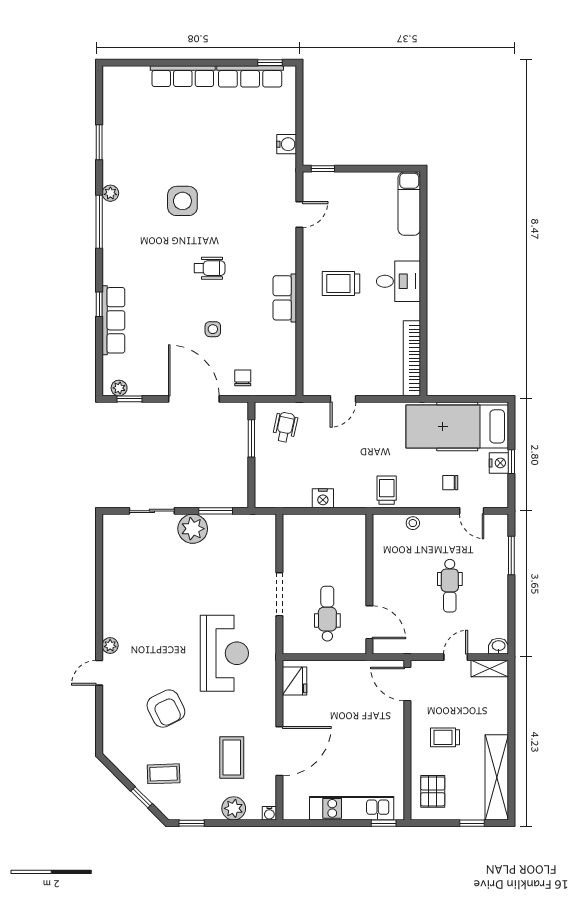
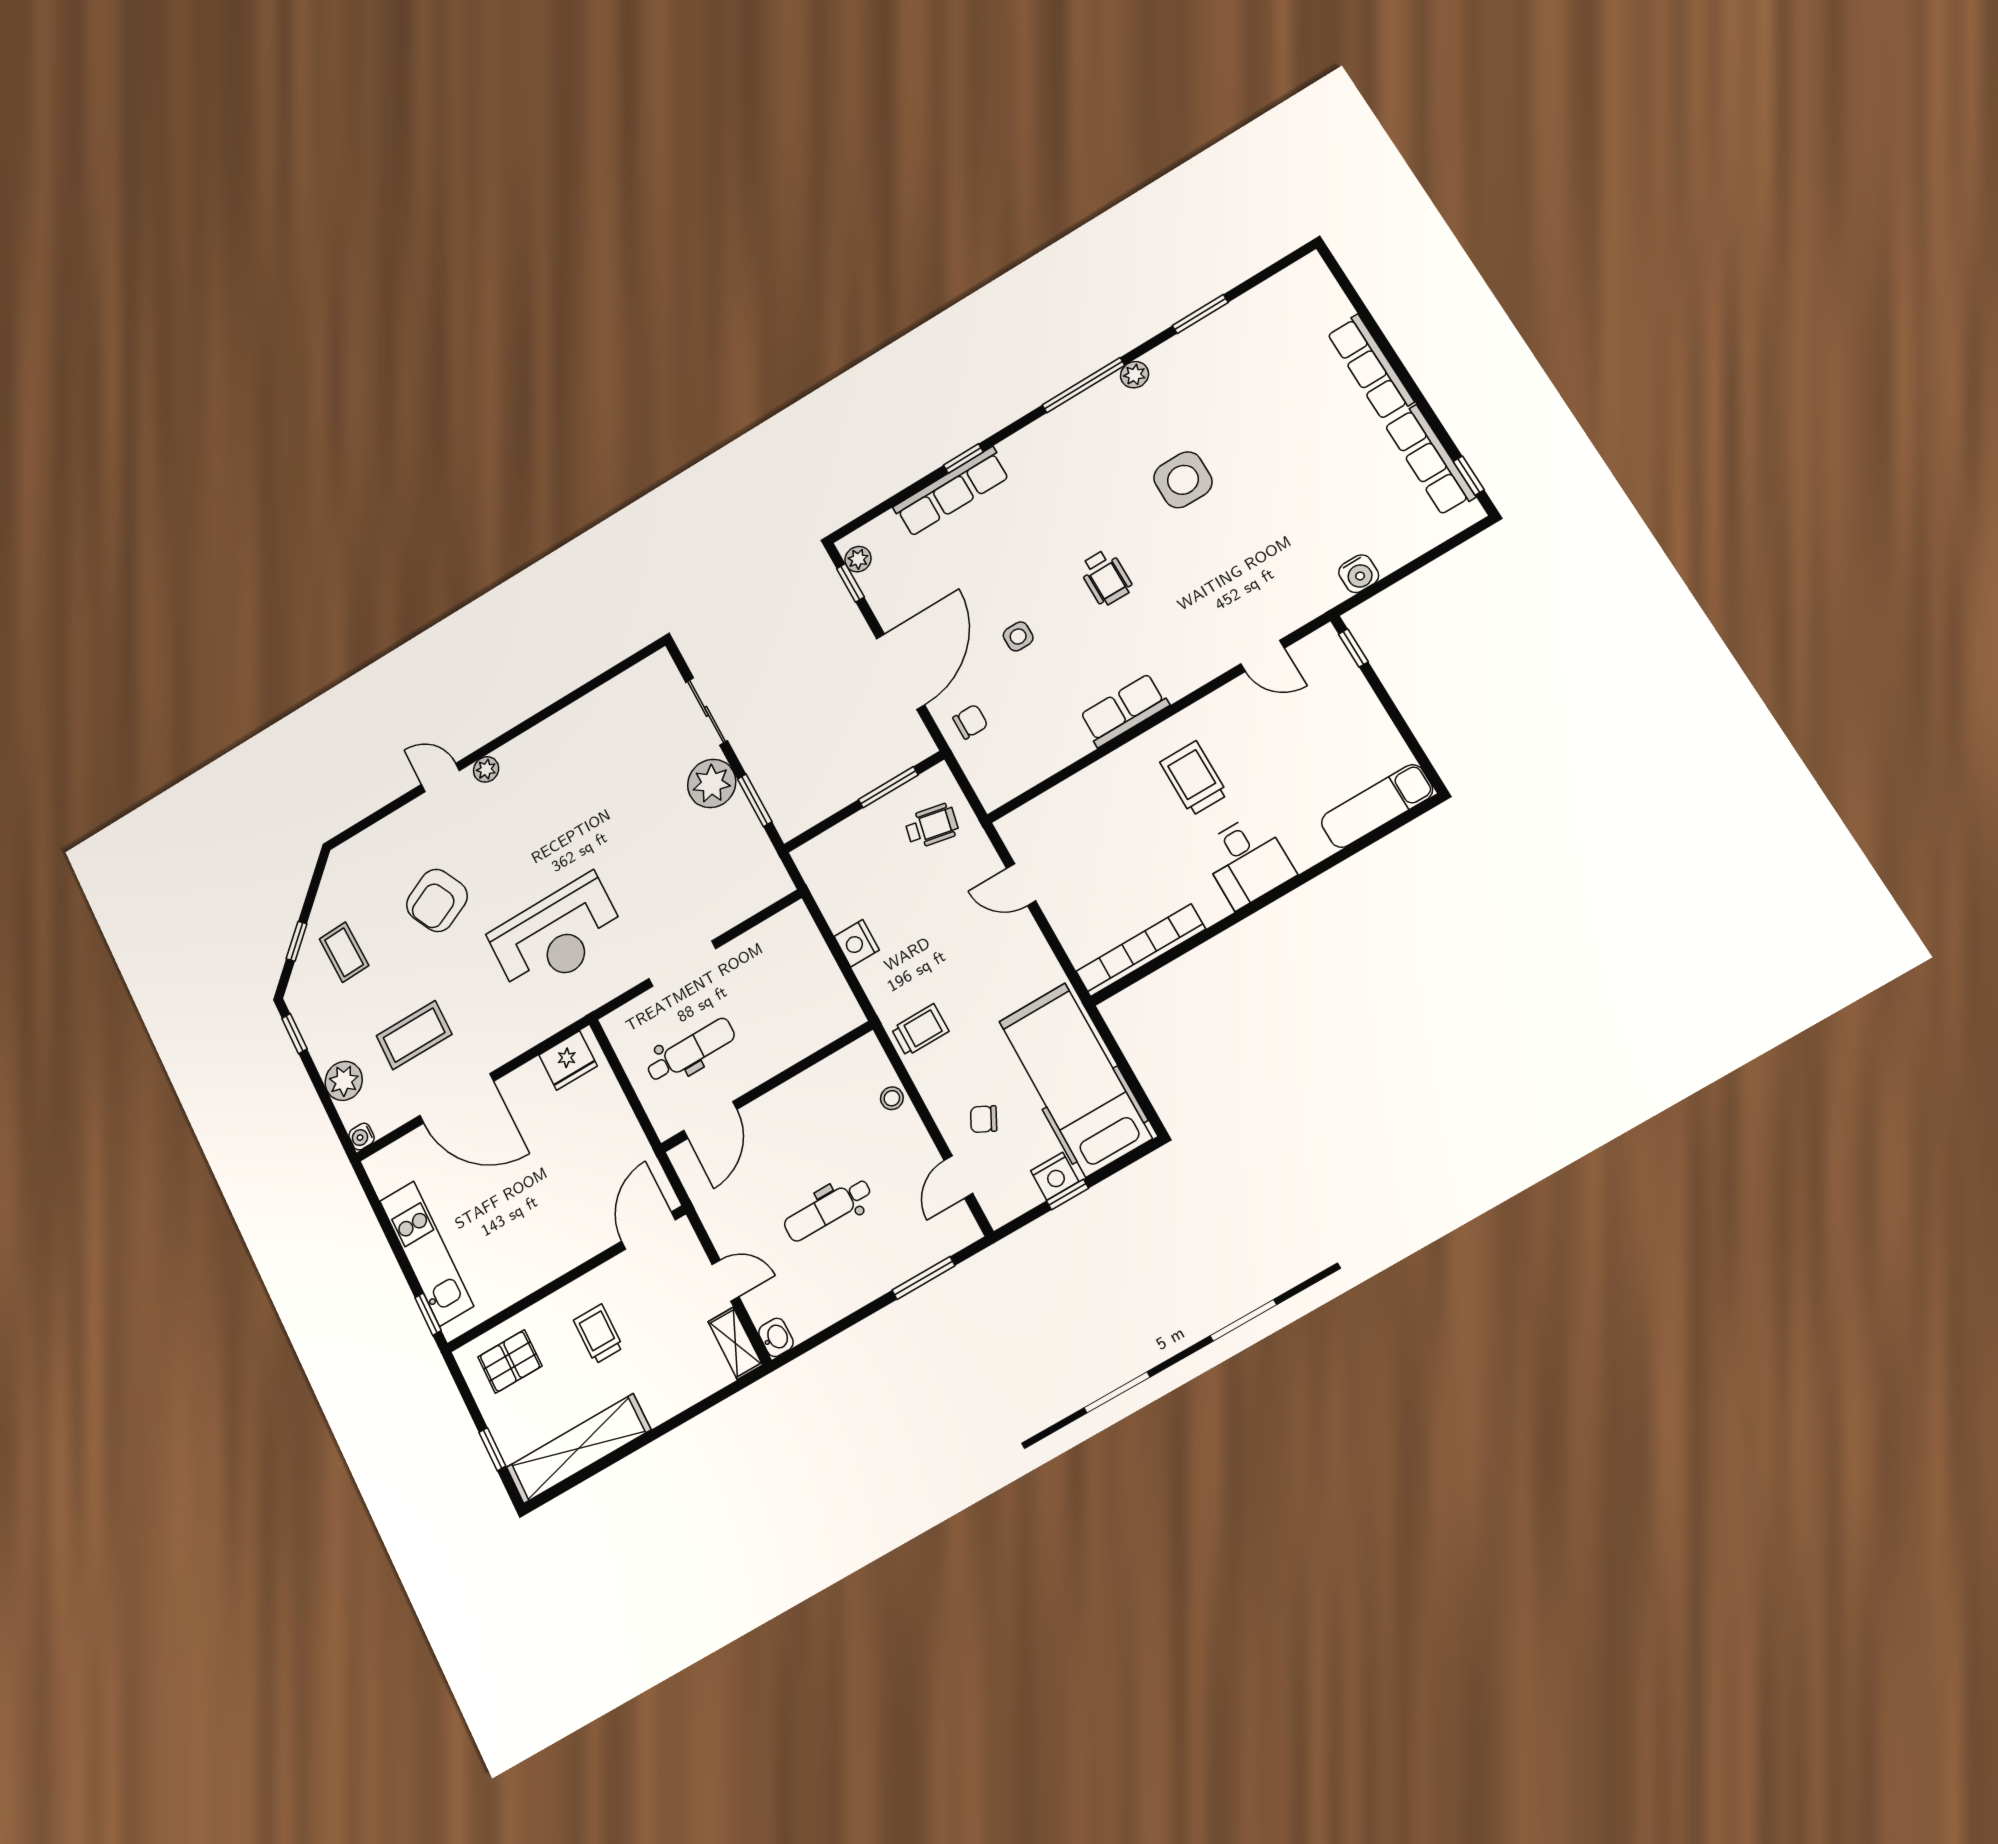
chair: (450, 483) -> (984, 1119), turned -63

